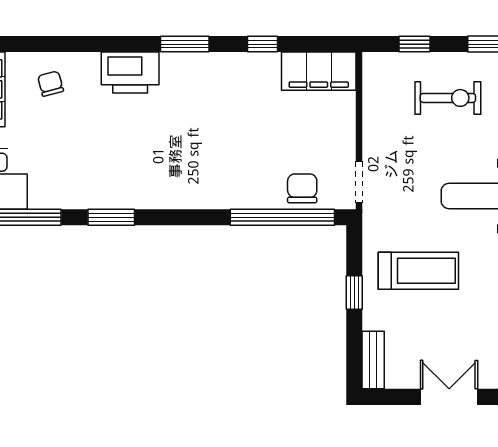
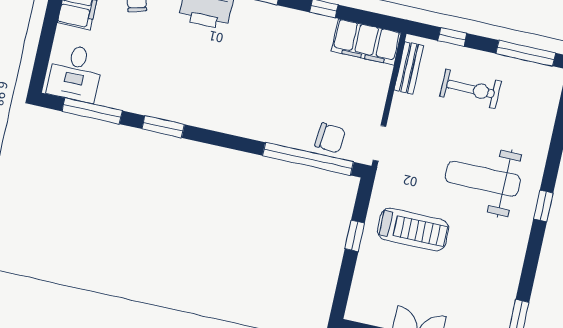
chair: (302, 188) -> (330, 138), turned 95
bench: (373, 360) -> (409, 68), moved

